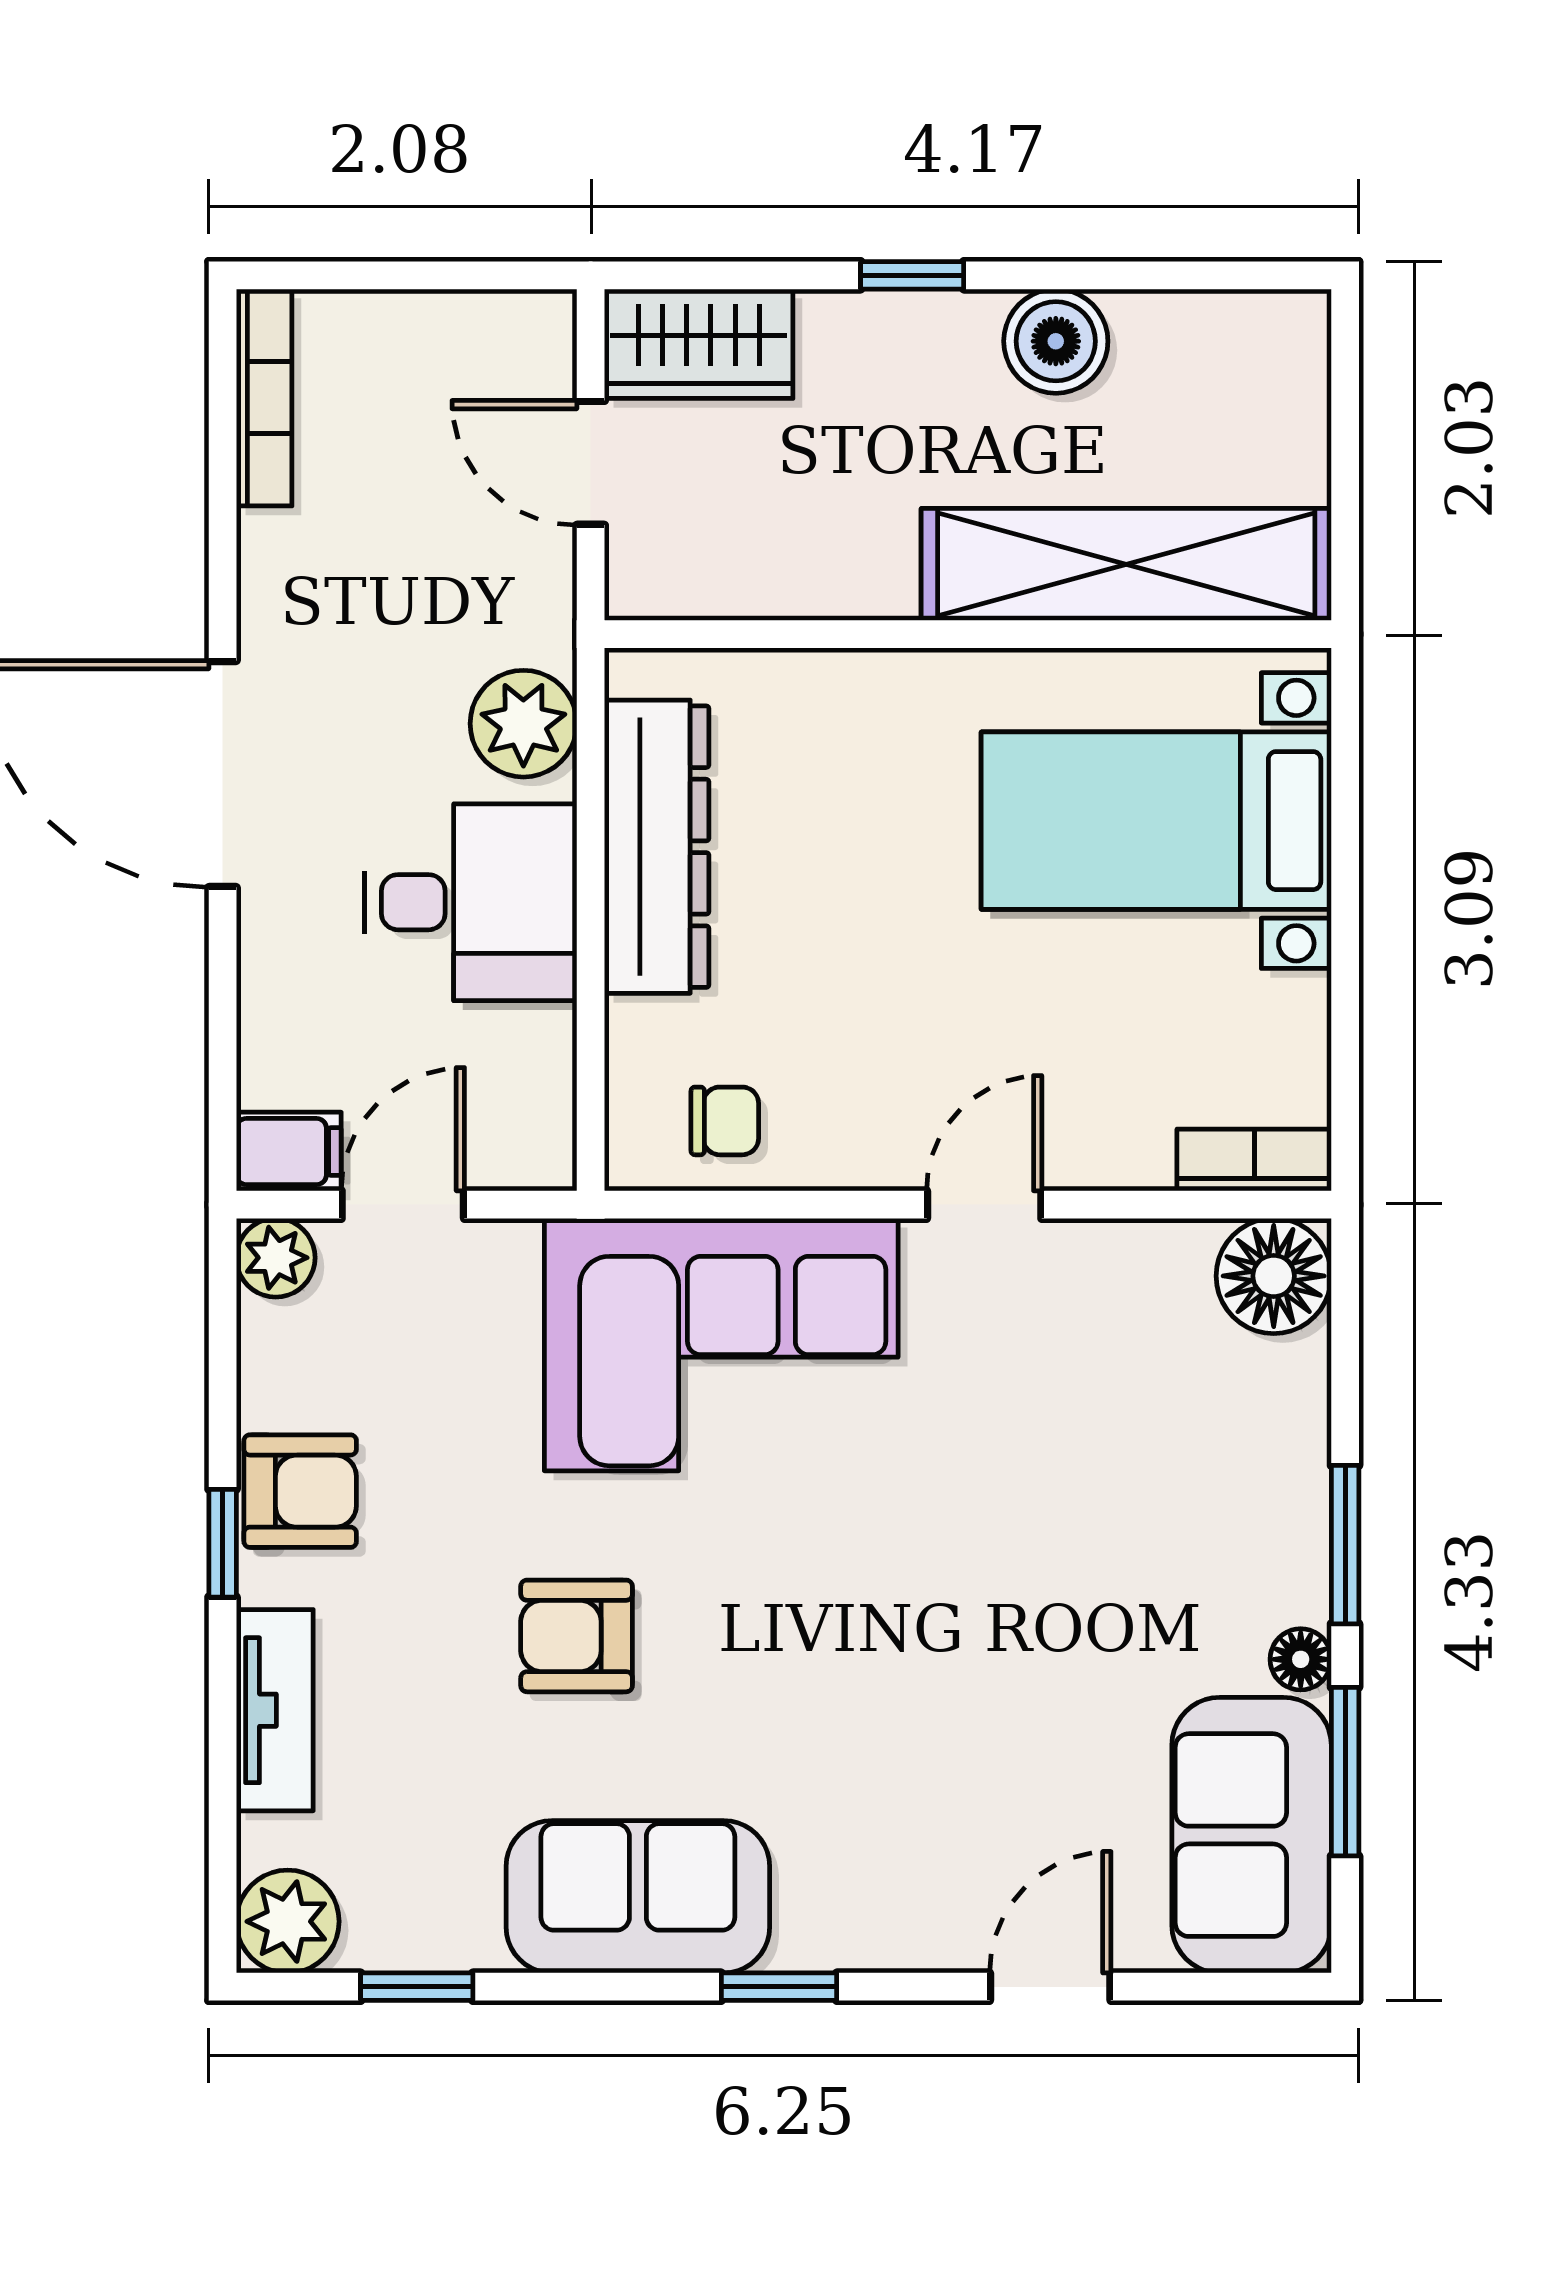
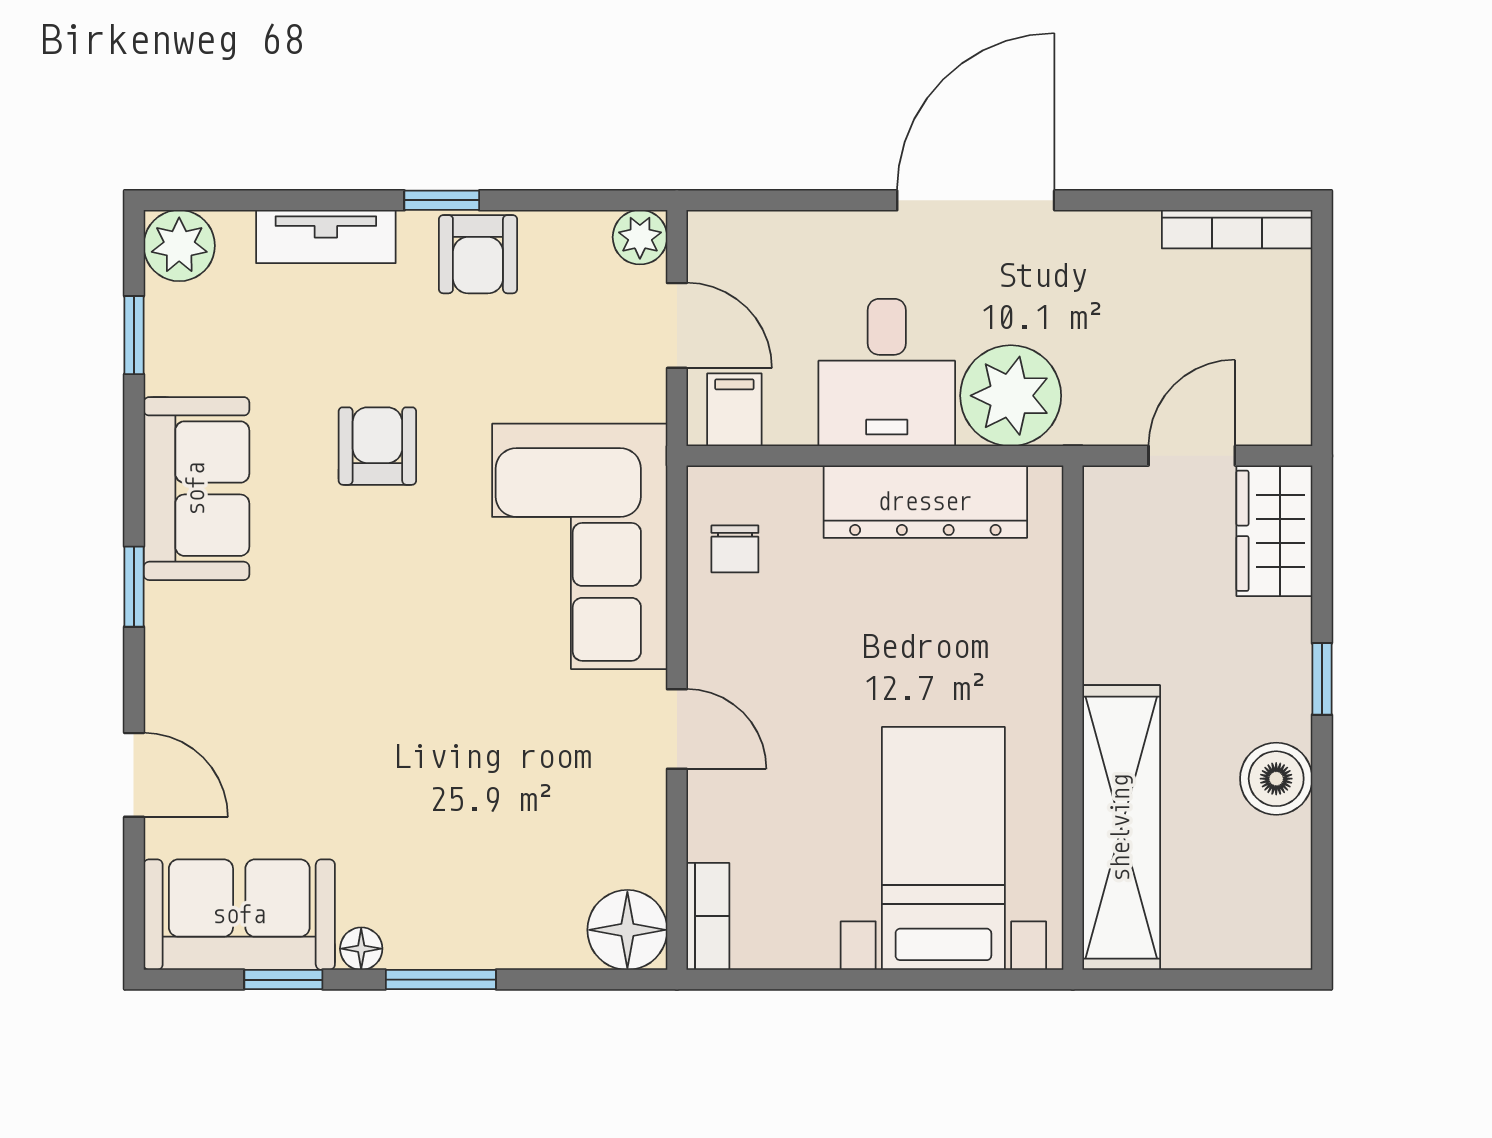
plant: (523, 724) -> (1011, 396), width x1.36, depth x1.36
filing cabinet: (289, 1152) -> (734, 410), moved, turned 180
window: (1345, 1772) -> (283, 980), width x0.67

